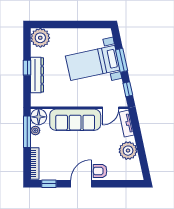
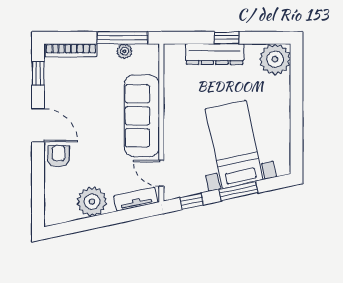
floor lamp: (39, 117) -> (147, 56), removed

